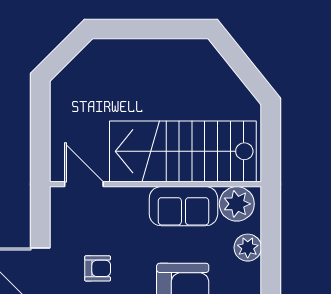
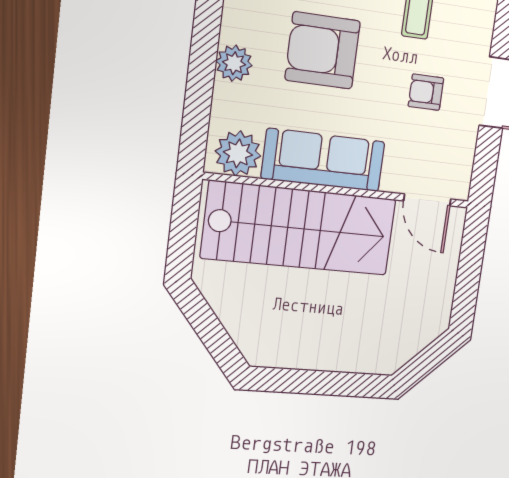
sofa: (183, 206) -> (323, 160), width x1.36
plant: (248, 248) -> (234, 63), moved

